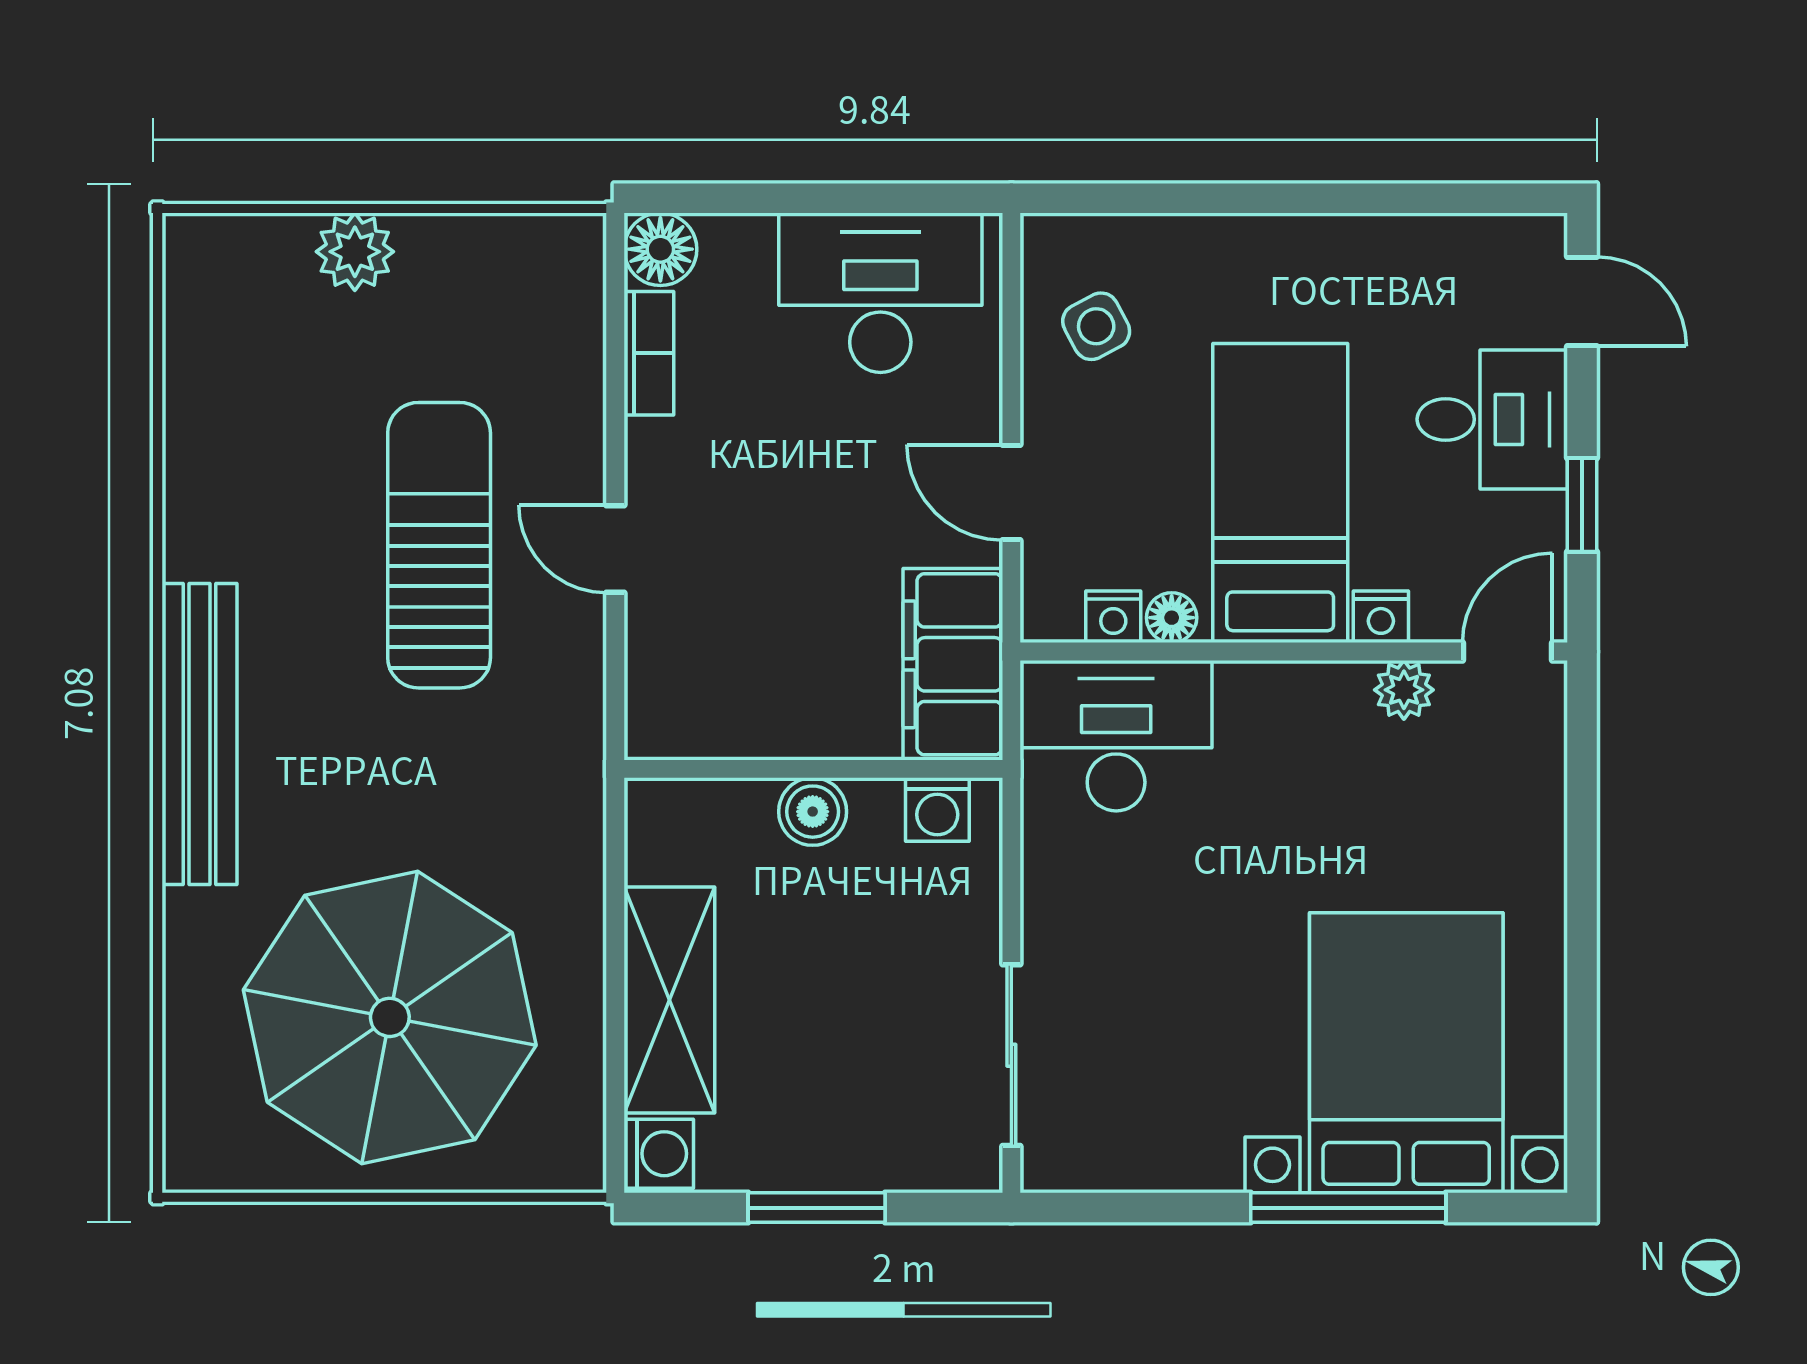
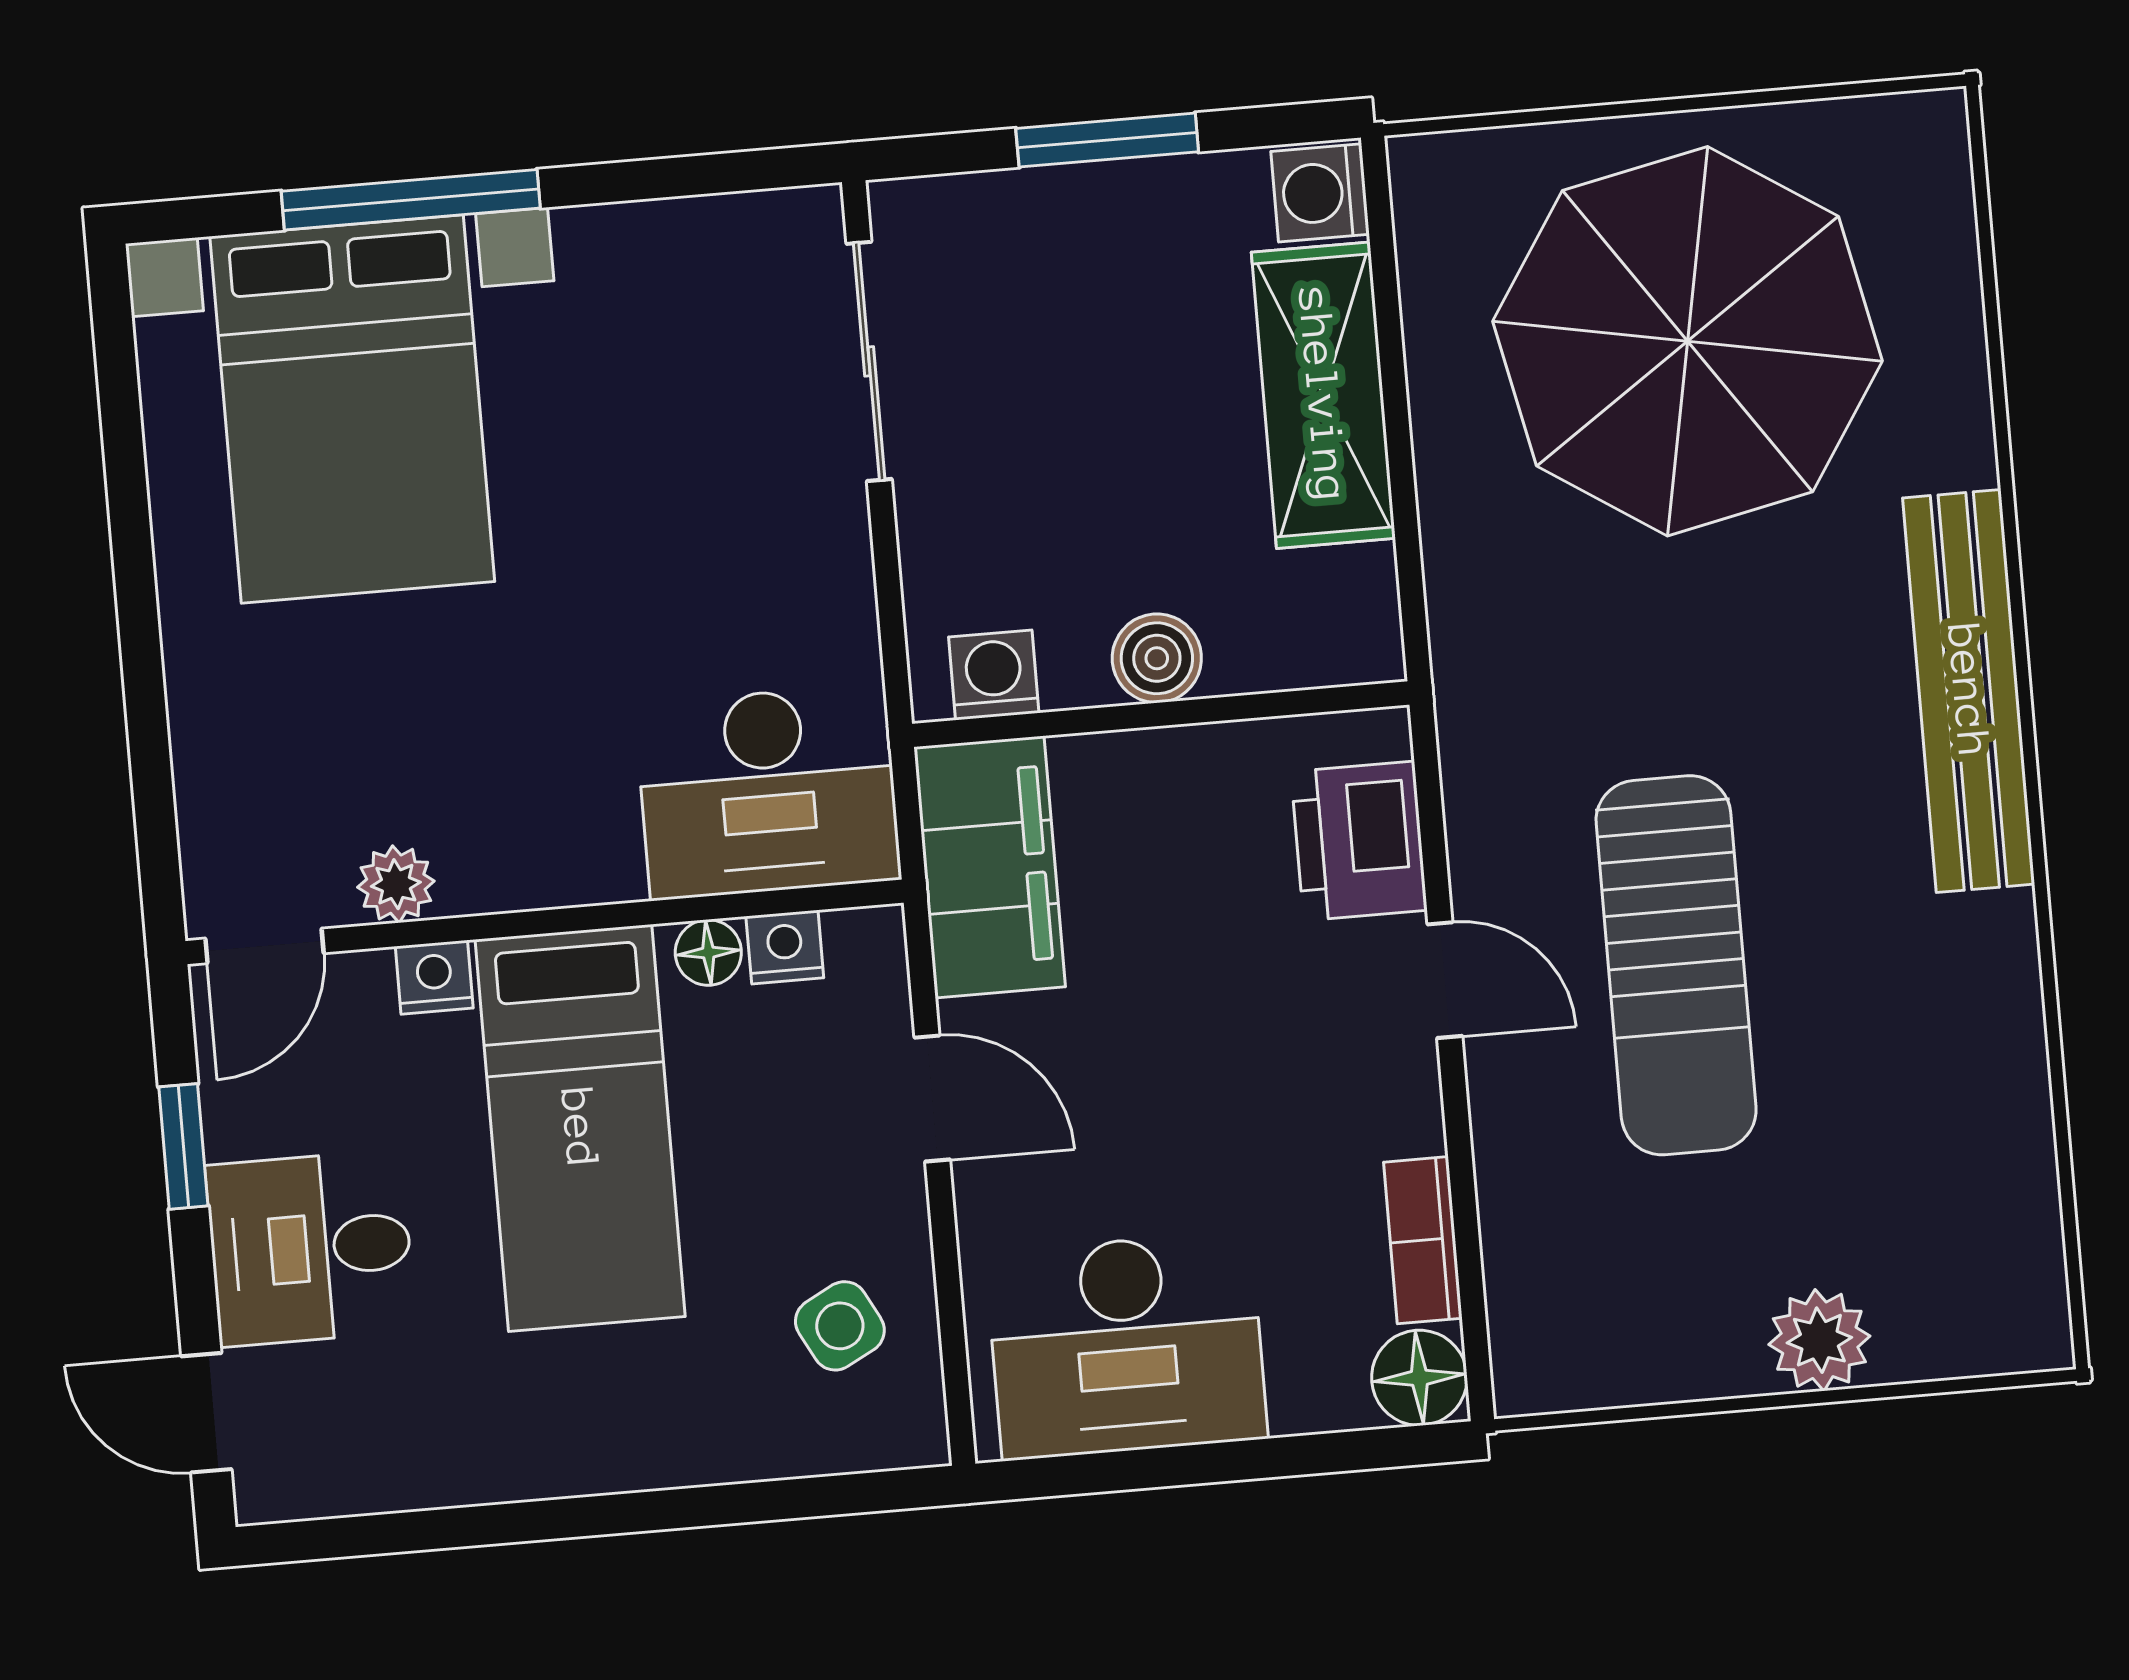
printer: (671, 660) -> (1359, 841), added

